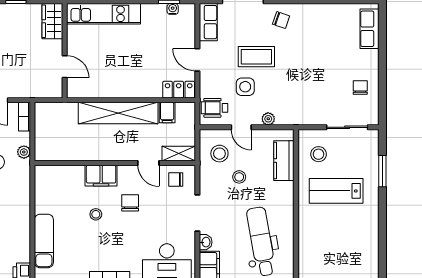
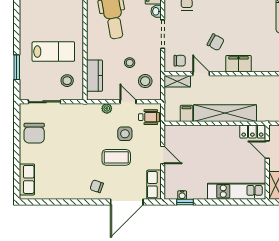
chair: (360, 88) -> (34, 133), width x1.87, depth x1.87
locker: (179, 90) -> (252, 131), moved
chair: (130, 203) -> (216, 42), turned -62
stool: (96, 214) -> (243, 33), removed

